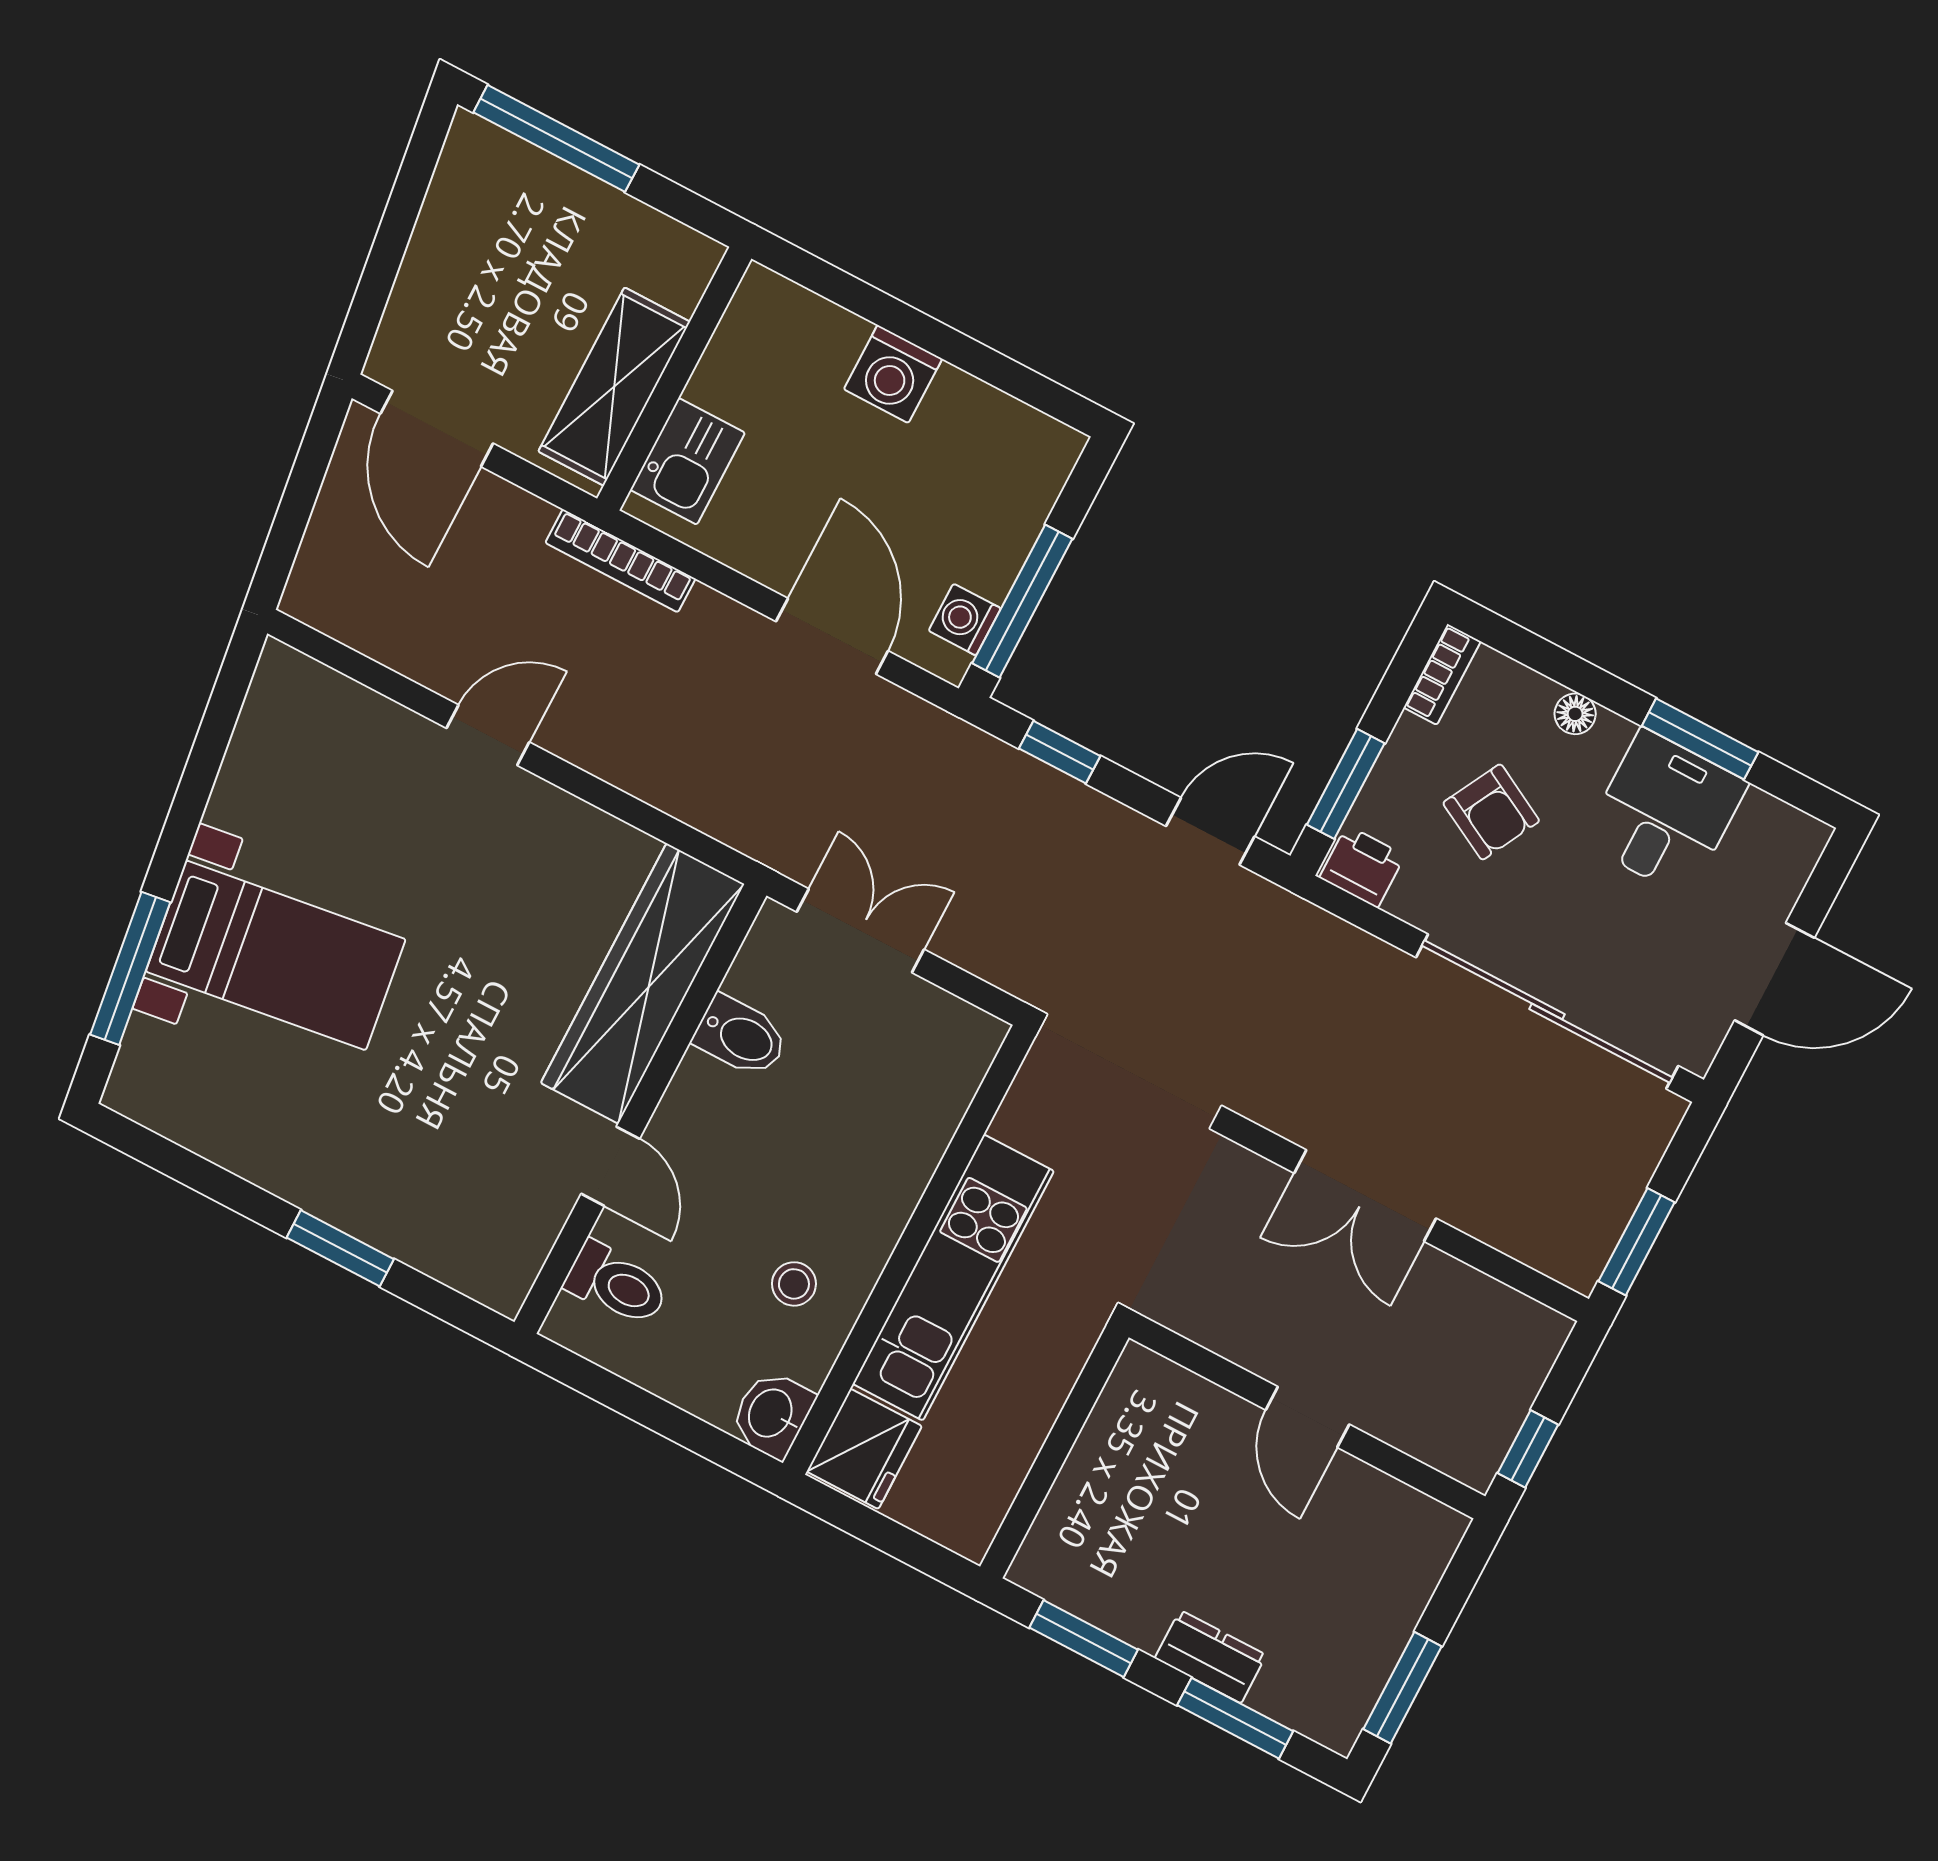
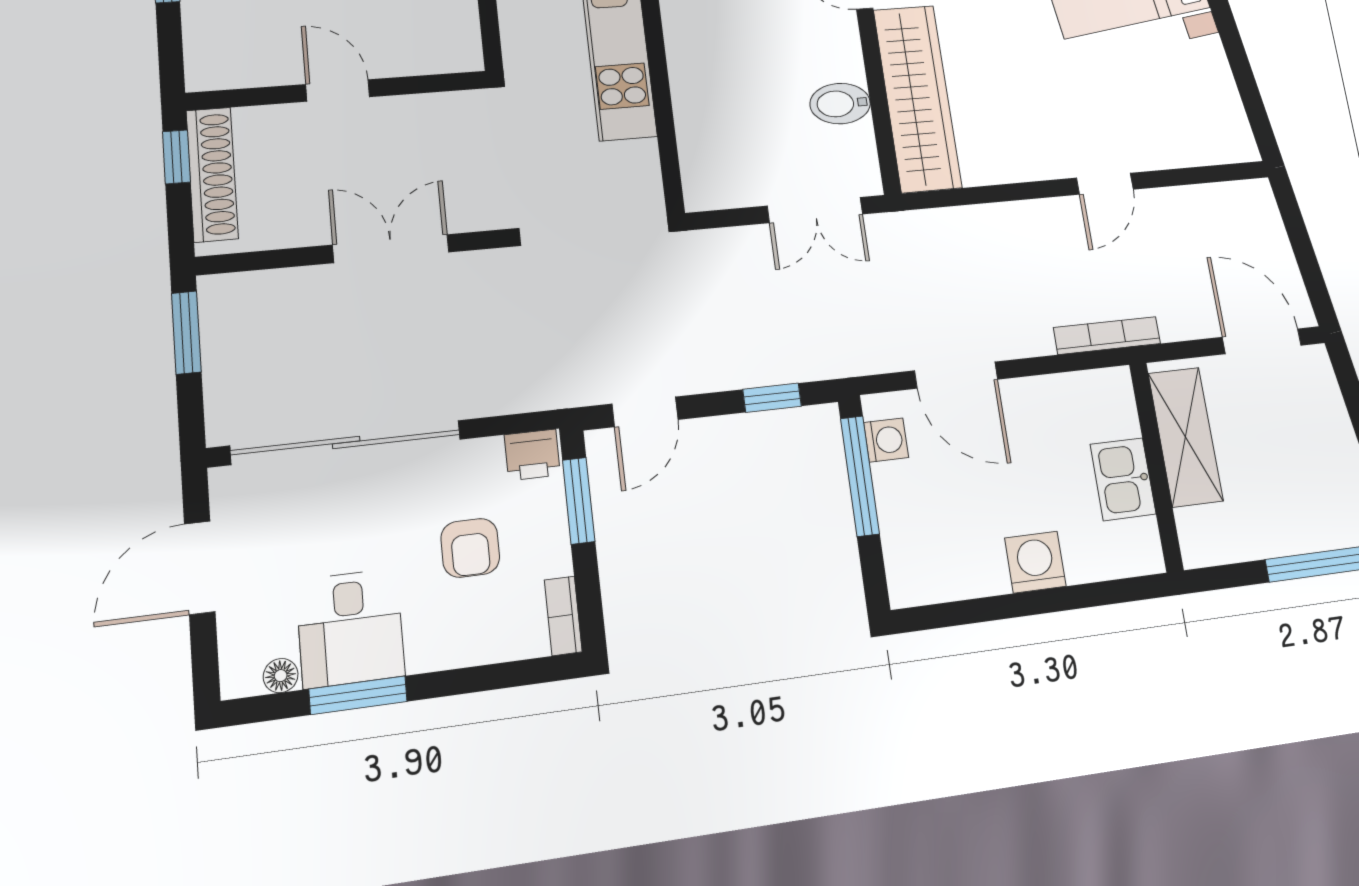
kitchen sink: (688, 461) -> (1123, 479), moved
floor lamp: (1575, 714) -> (281, 676), moved
armchair: (1491, 812) -> (470, 548), turned -118
shoe rack: (1503, 1404) -> (212, 174), added

